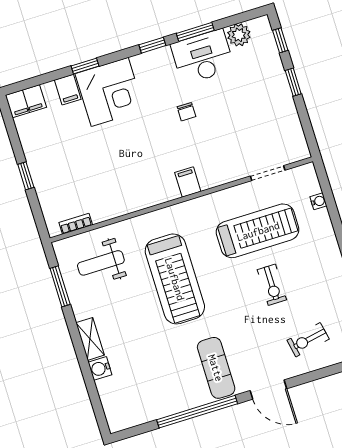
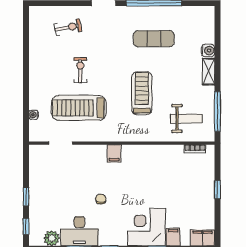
treadmill: (175, 279) -> (142, 93), width x0.73, depth x0.73
window: (60, 286) -> (217, 111), width x1.44
exercise mat: (216, 368) -> (154, 39), moved, turned 90

